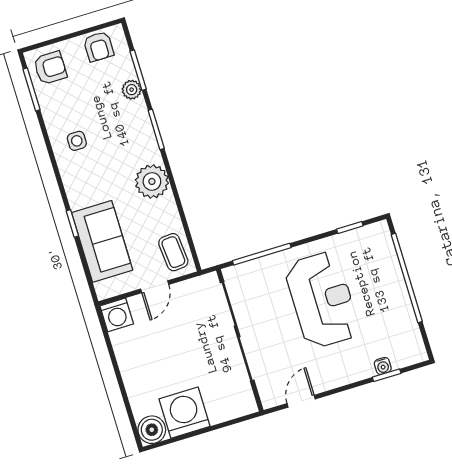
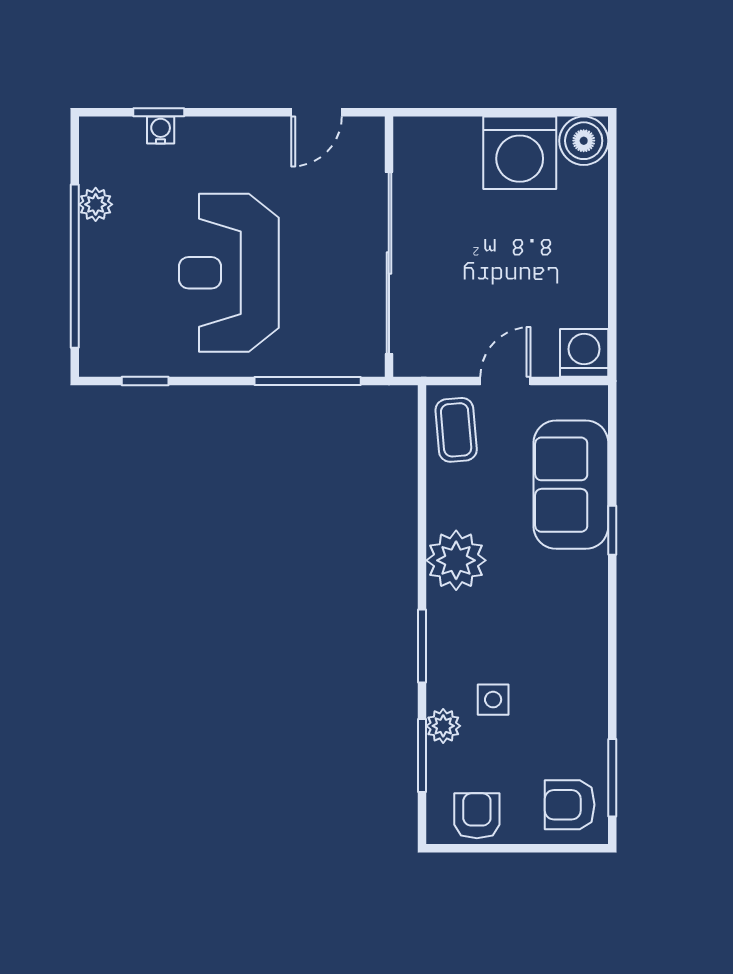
side table: (77, 141) -> (493, 700), moved
plant: (406, 315) -> (96, 204), added

